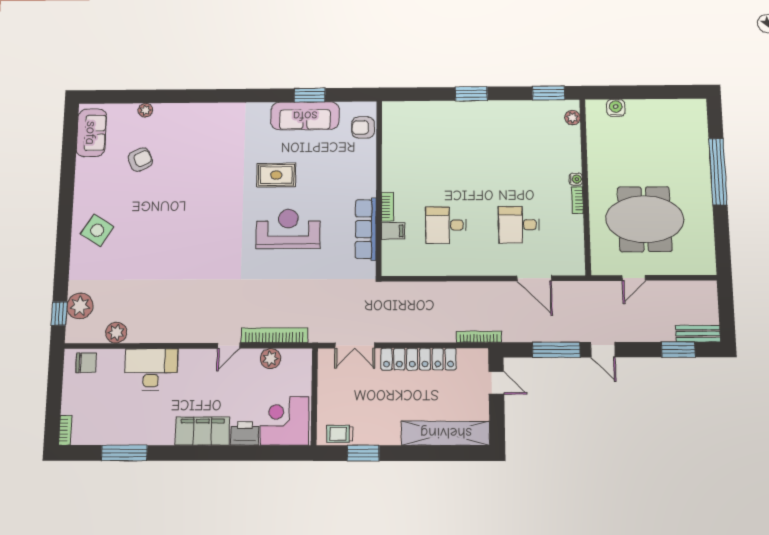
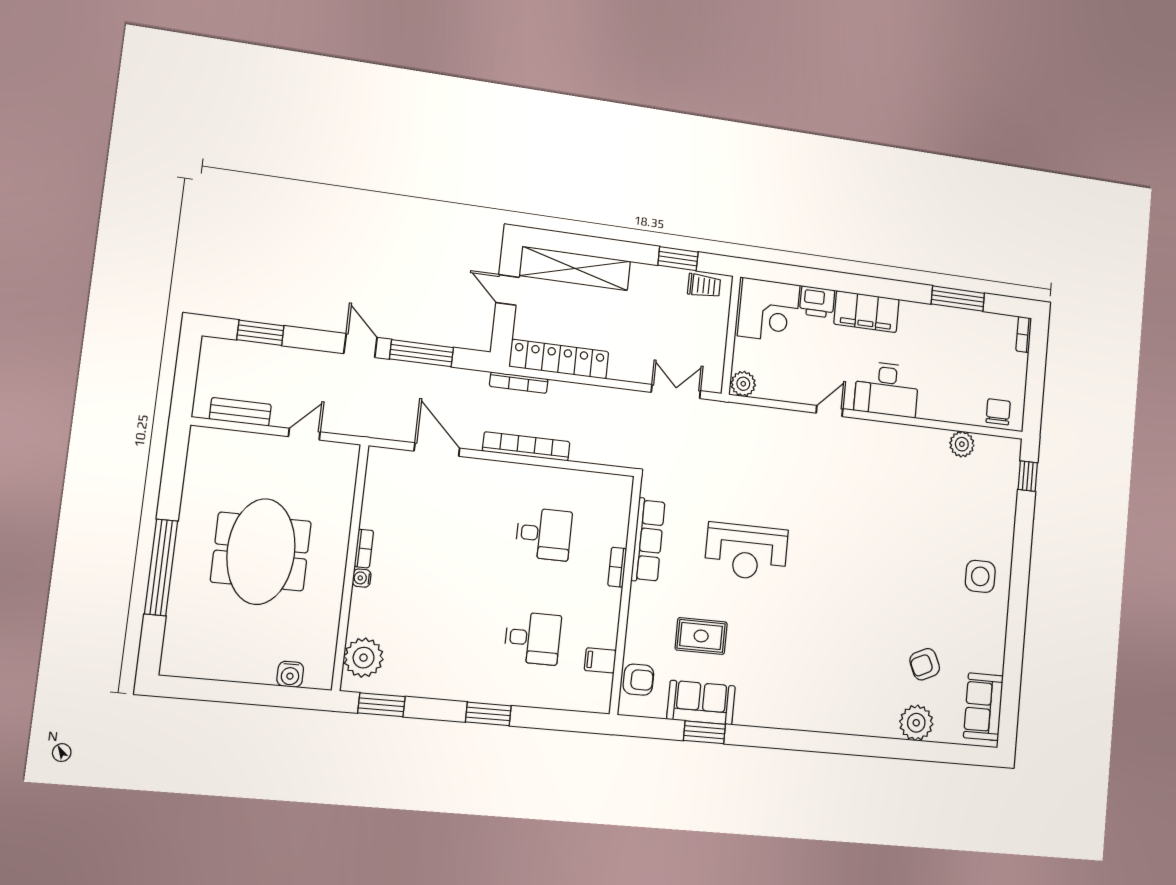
plant: (145, 110) -> (916, 723), width x1.87, depth x1.87
sofa: (305, 116) -> (701, 703), width x0.73
plant: (572, 118) -> (364, 658), width x1.87, depth x1.87
rug: (276, 175) -> (701, 636), moved
meeting table: (645, 219) -> (261, 552), moved, turned 90
desk: (519, 225) -> (533, 638), moved
side table: (97, 230) -> (980, 576), turned -32
filing cabinet: (393, 231) -> (600, 660), moved
plant: (80, 306) -> (1003, 483), removed
bench: (698, 334) -> (240, 412), moved
bookcase: (274, 335) -> (526, 446), moved, turned 180
plant: (270, 359) -> (743, 384), moved
locker: (419, 359) -> (559, 359), moved
chair: (86, 363) -> (998, 412), turned 90
desk: (151, 369) -> (887, 389), moved
door: (496, 383) -> (507, 290), moved

